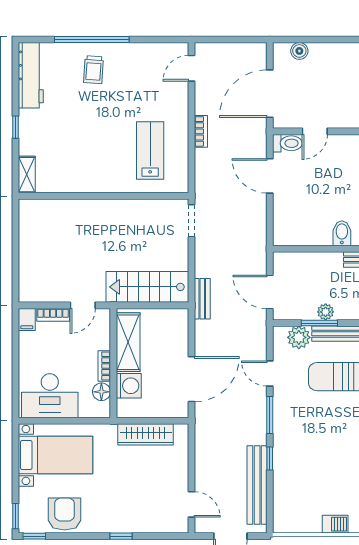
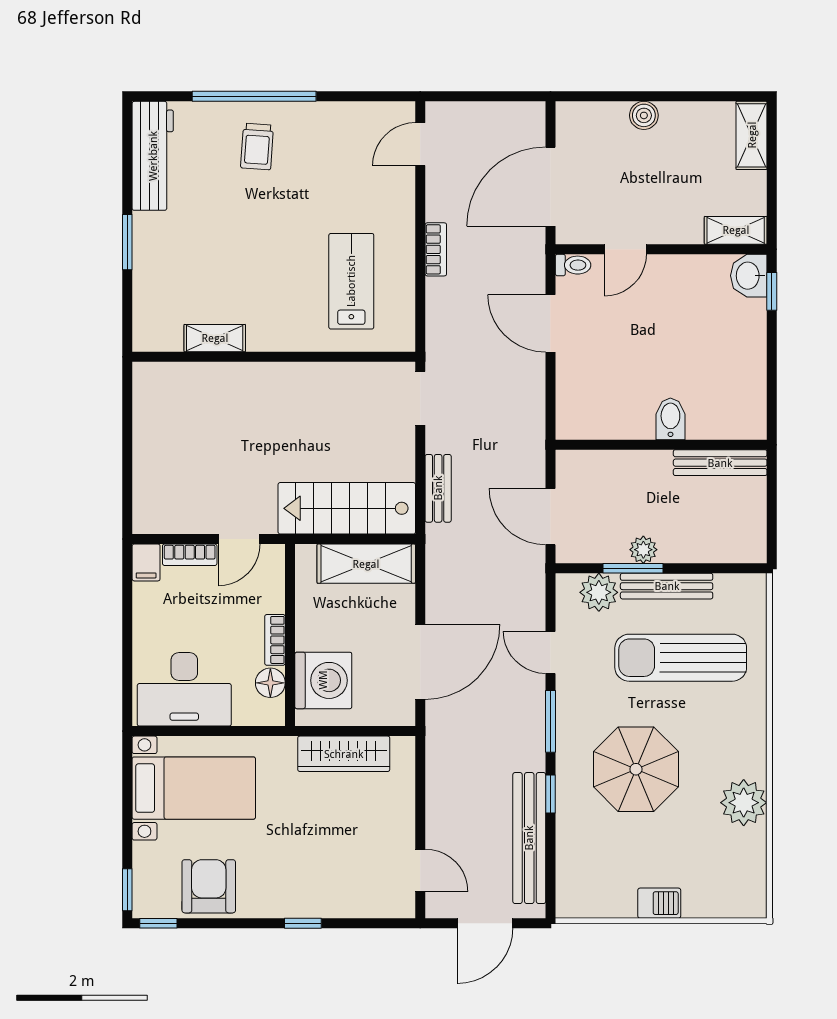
boiler: (299, 51) -> (644, 115), moved
window: (16, 127) -> (127, 242), width x1.50
toilet: (287, 143) -> (573, 265), width x0.73, depth x0.72
shelving: (27, 175) -> (215, 338), moved, turned 90
bench: (202, 299) -> (438, 488), moved
shelving: (128, 342) -> (366, 564), moved, turned 90
washing machine: (129, 386) -> (323, 680), width x1.37, depth x1.37
parasol: (321, 444) -> (636, 769), added

